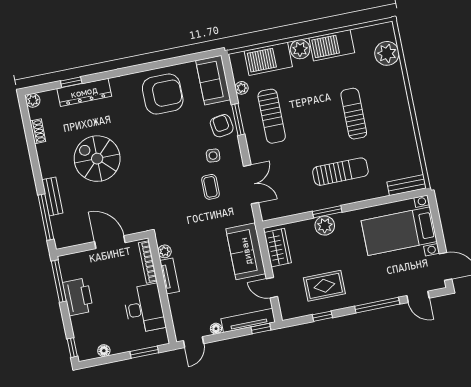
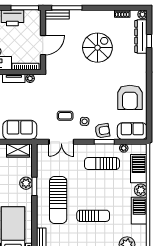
dresser: (84, 92) -> (141, 36), moved
sun lounger: (340, 172) -> (58, 200), width x1.36, depth x1.34
bench: (52, 196) -> (57, 14), moved

